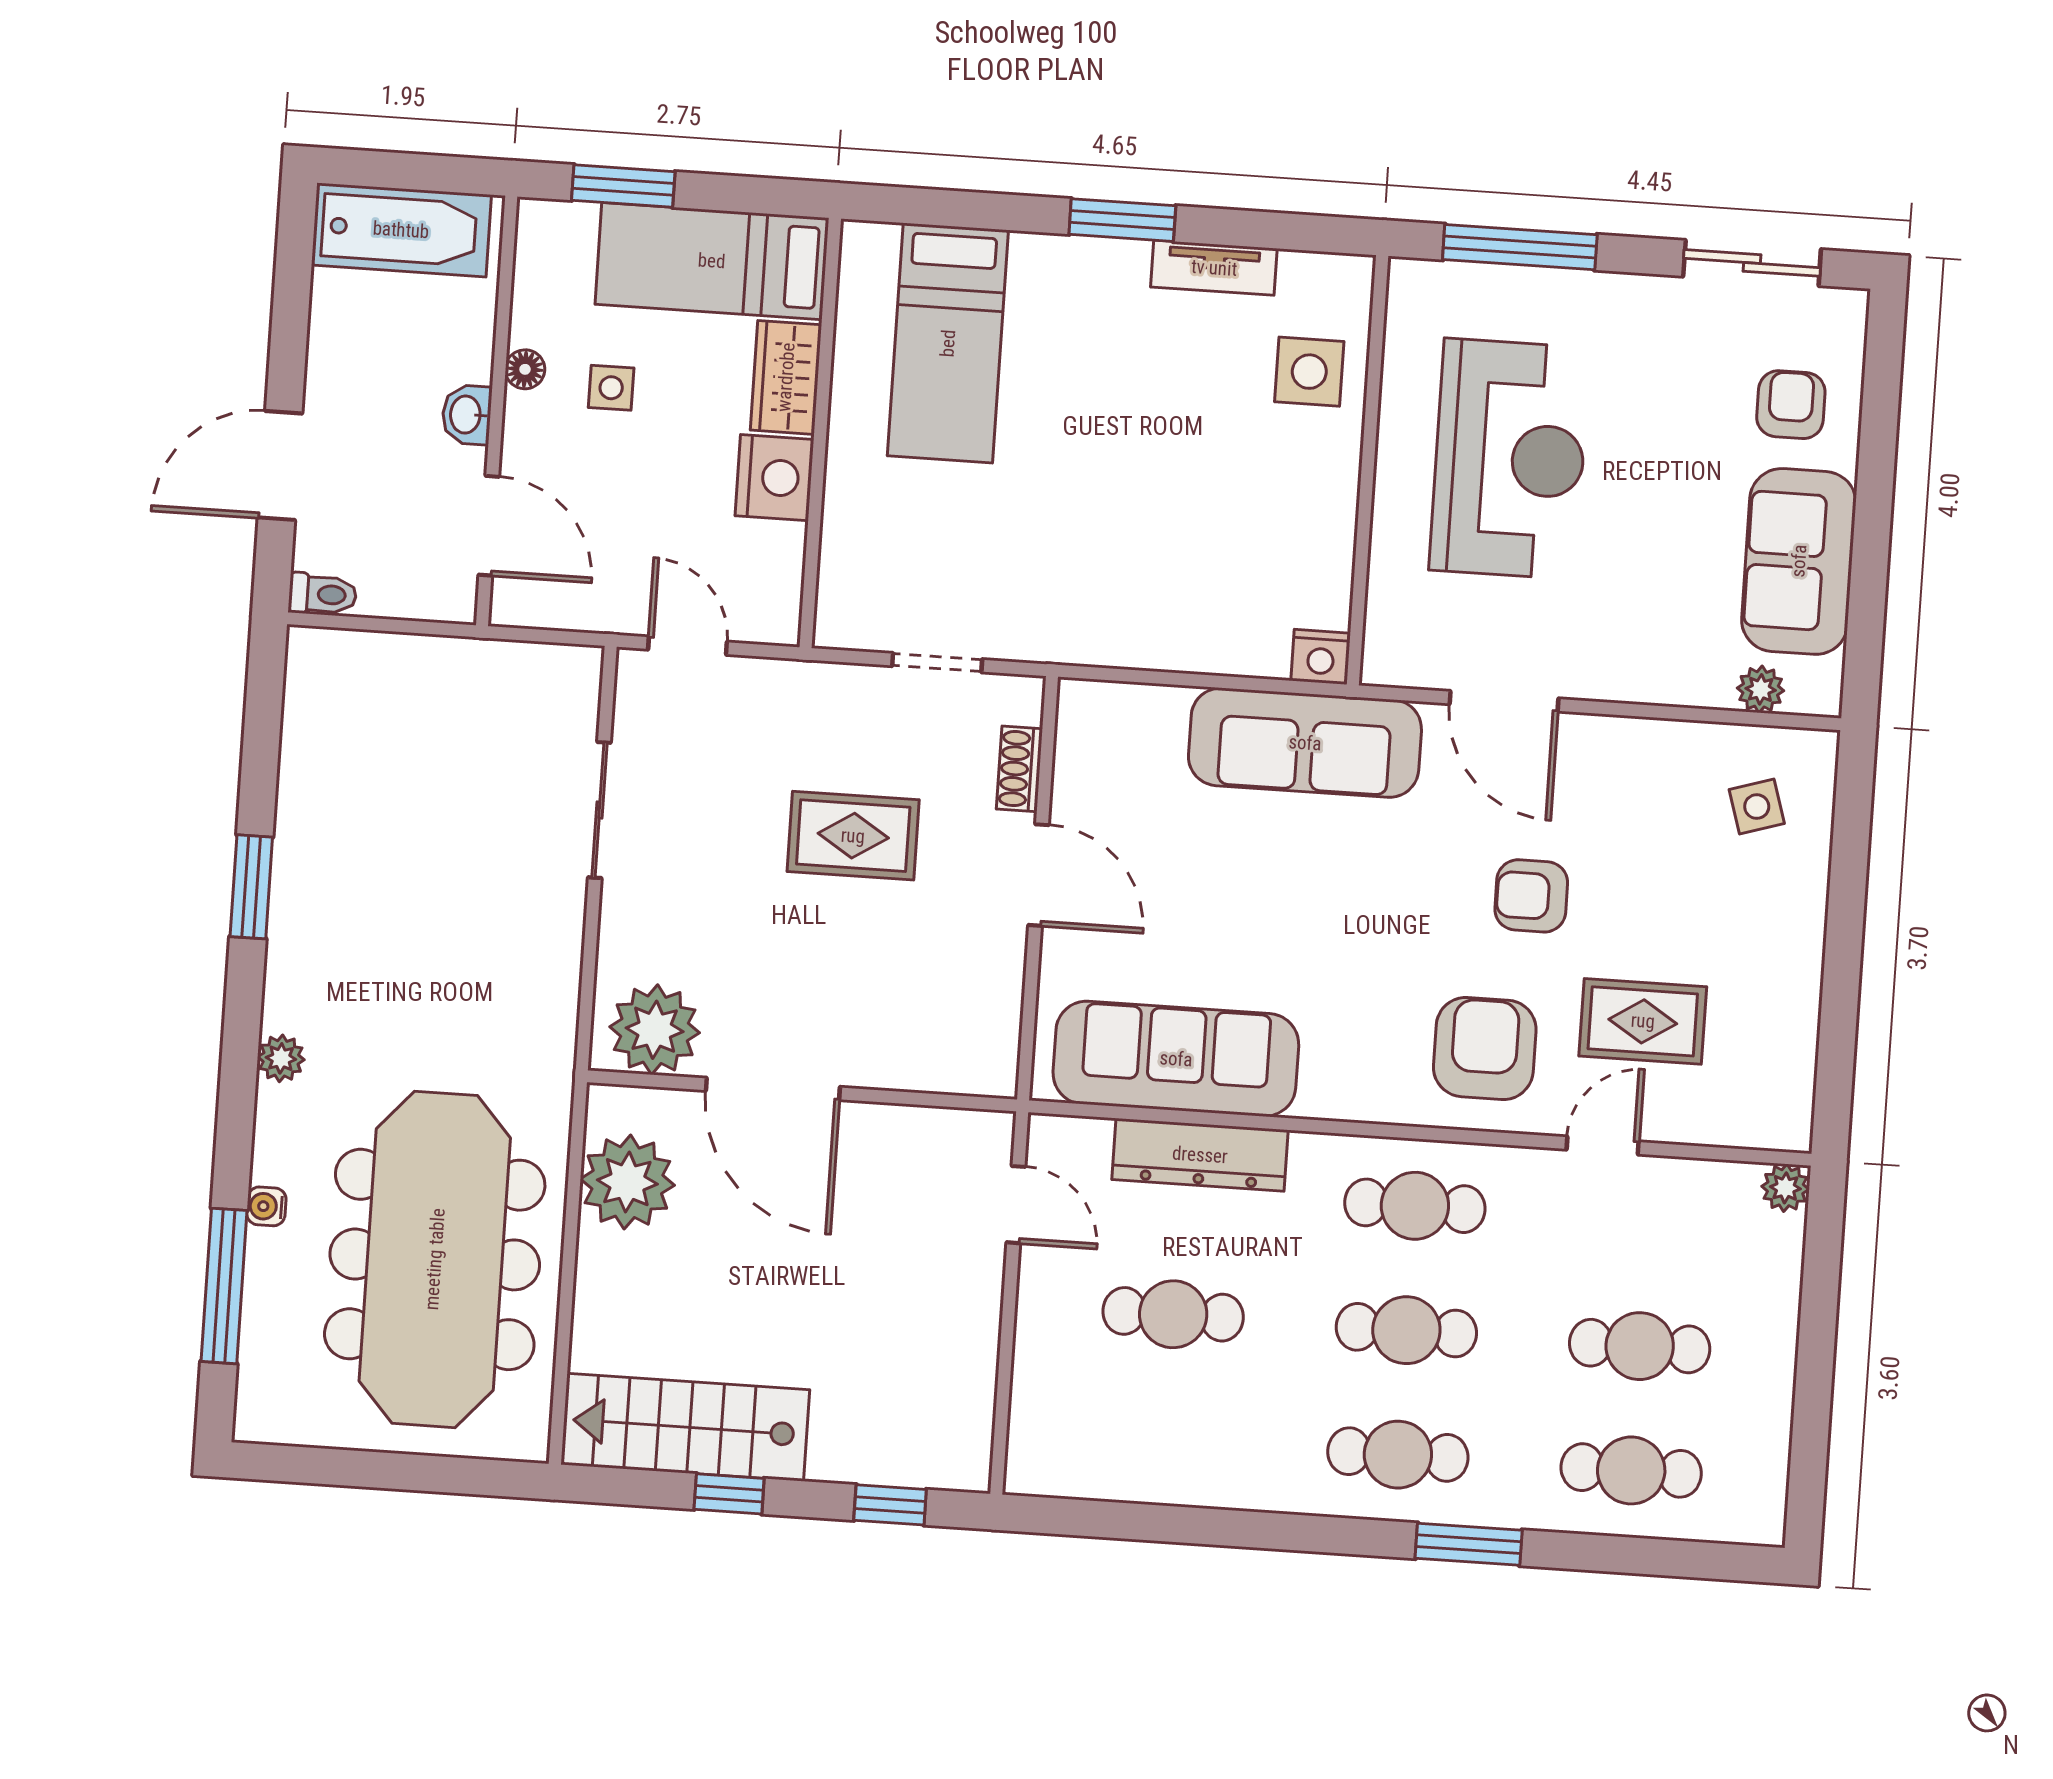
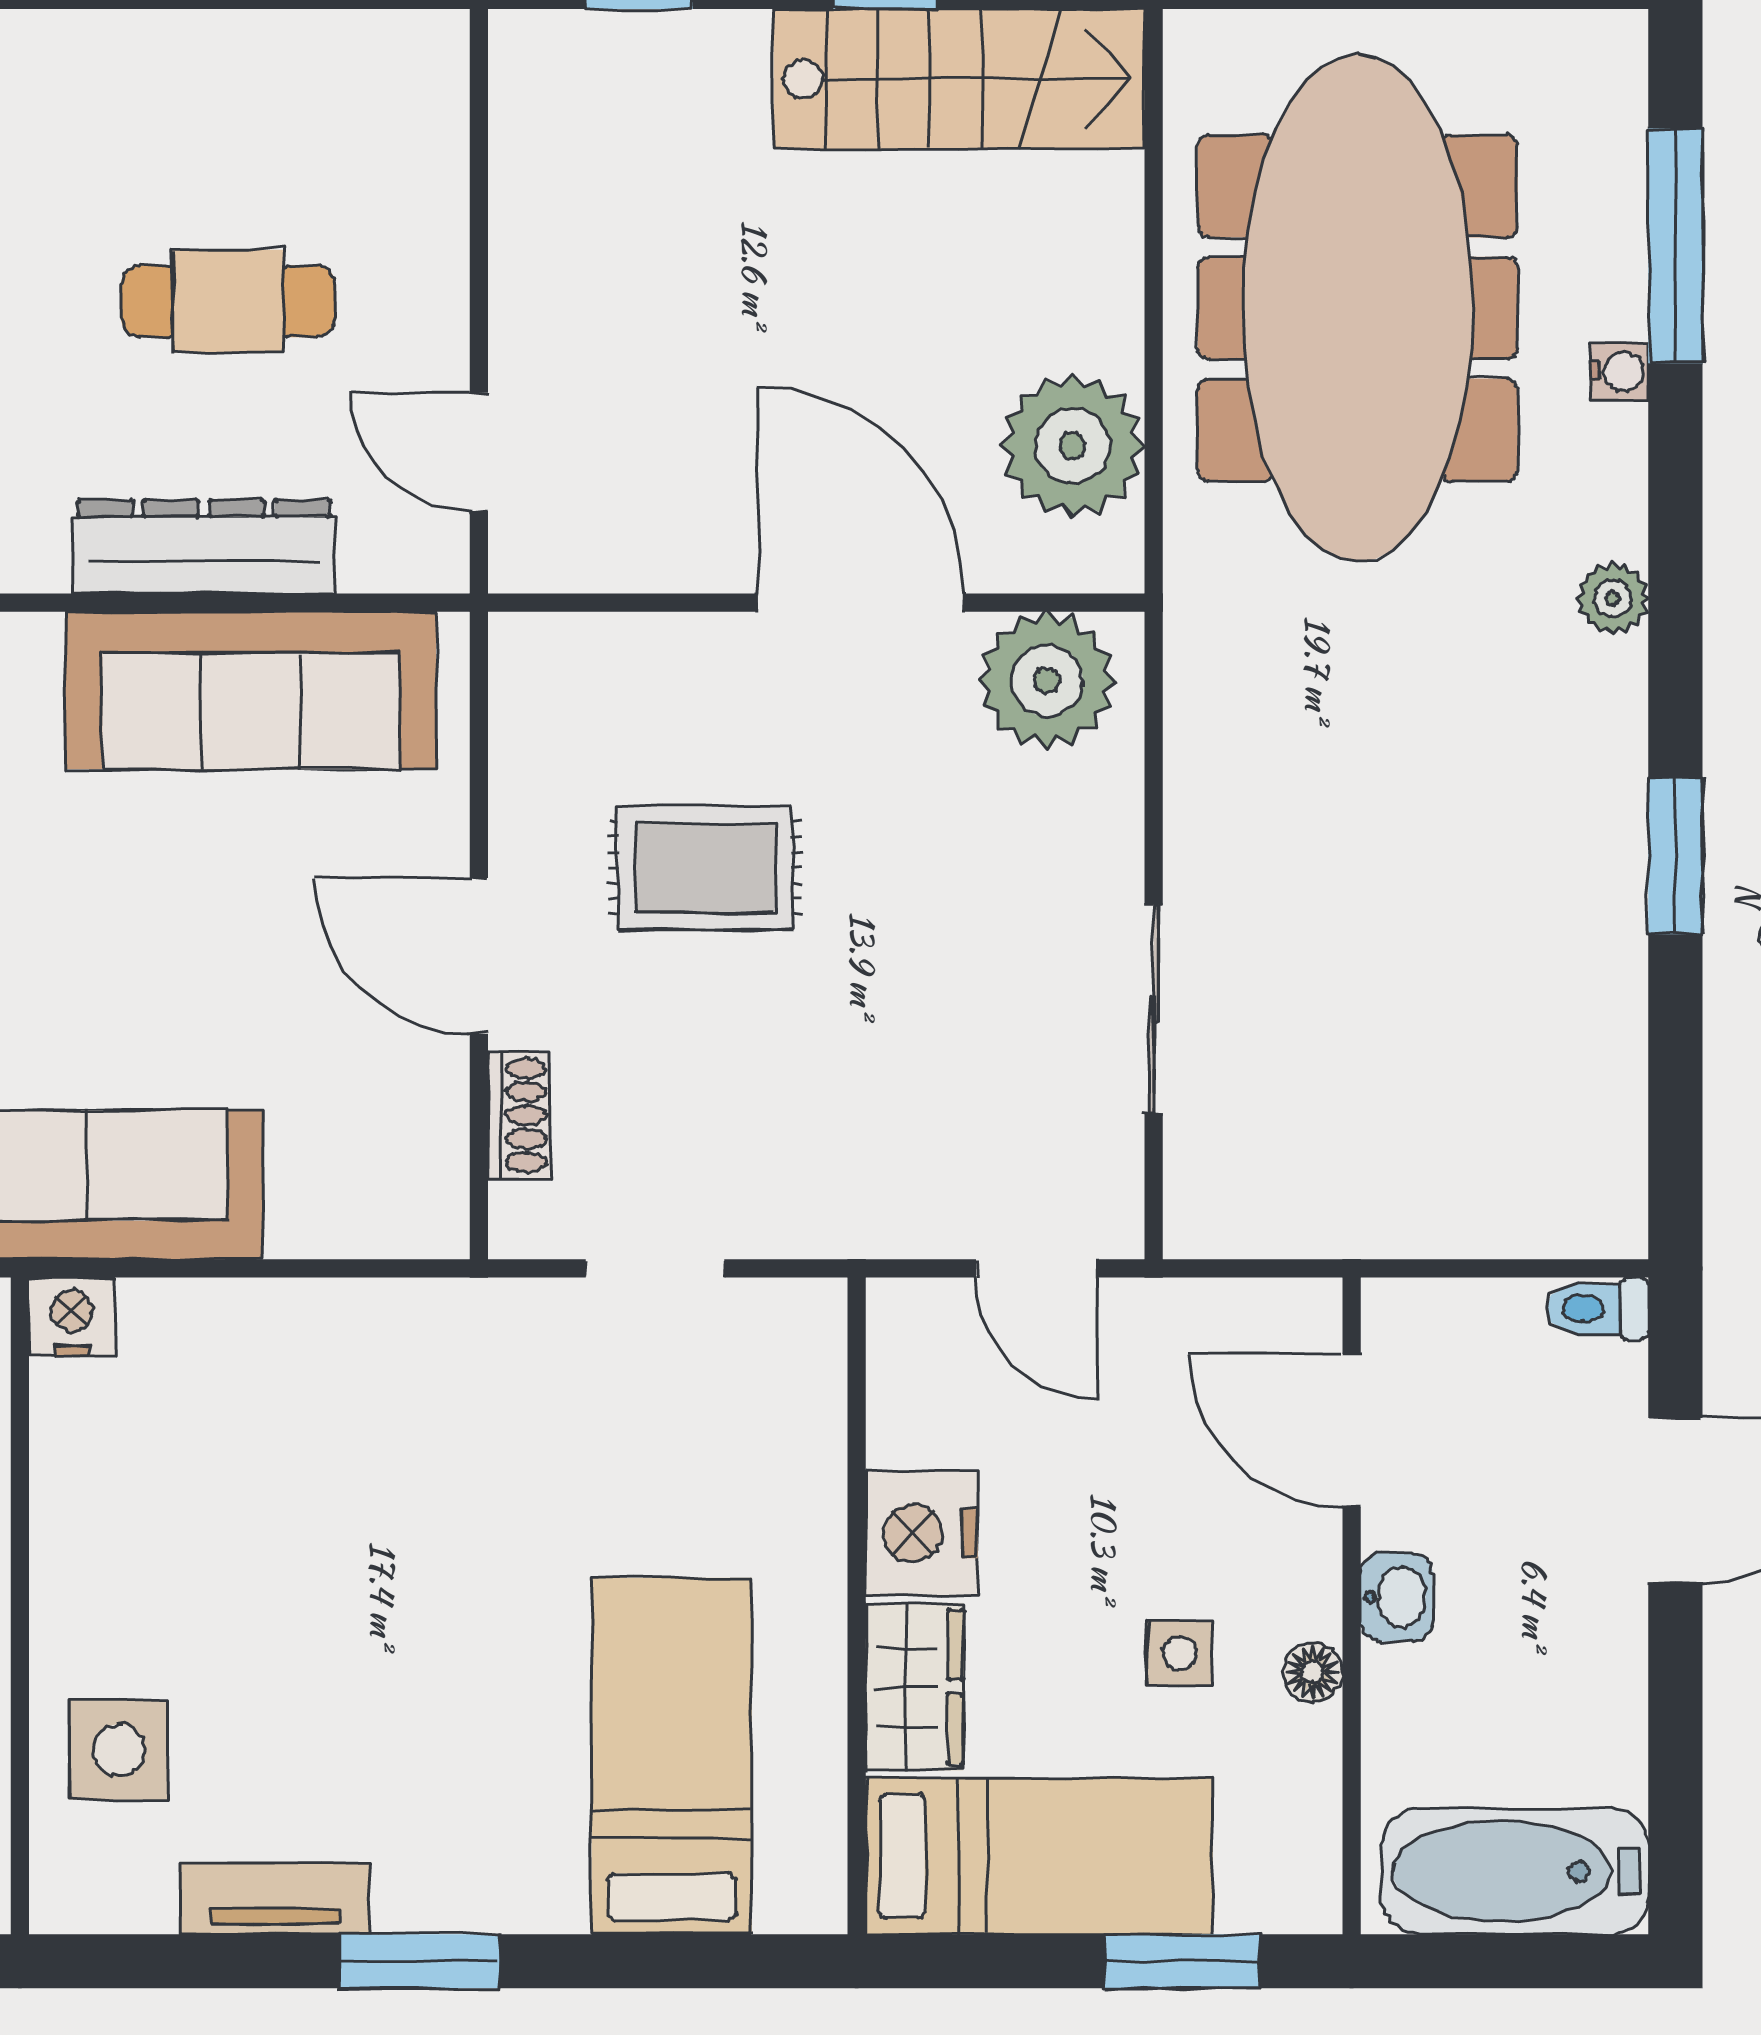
rug: (853, 836) -> (705, 868), moved

